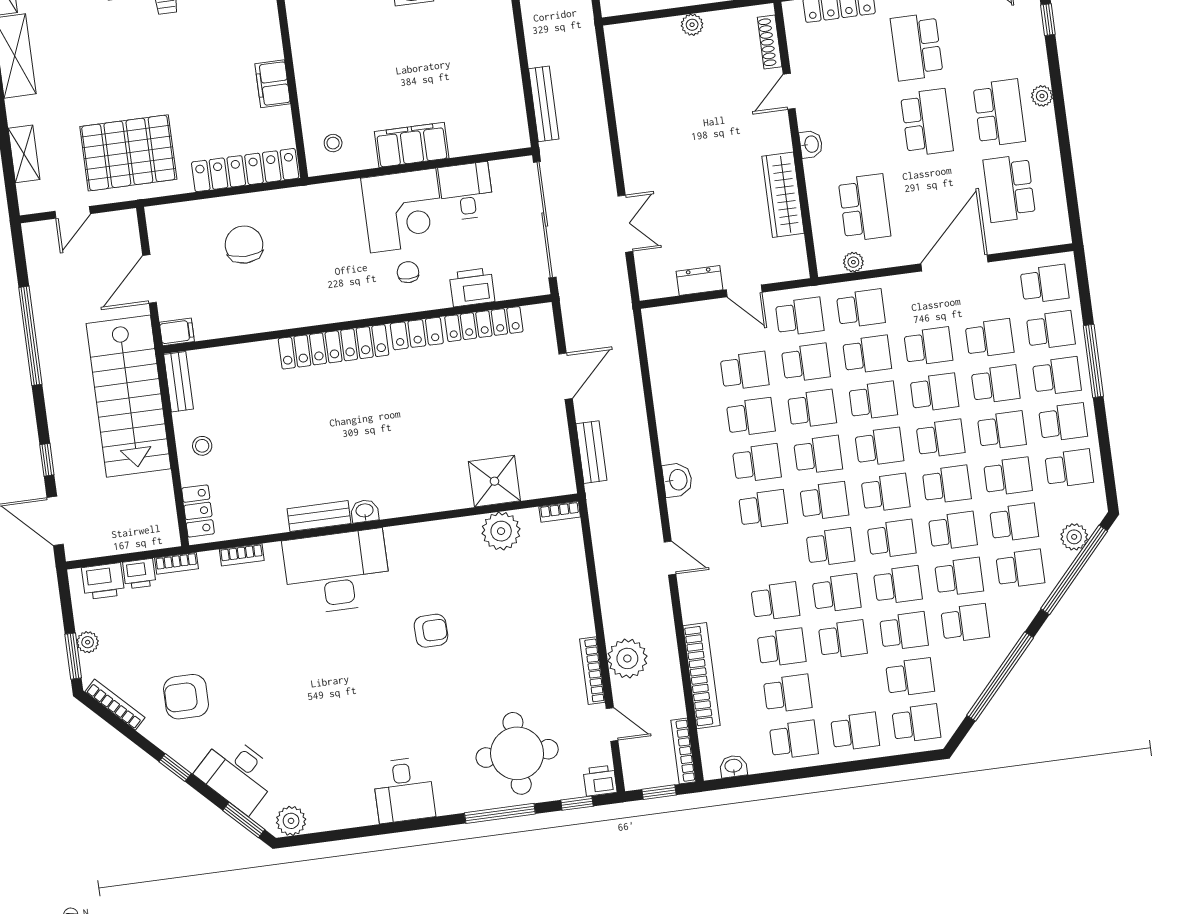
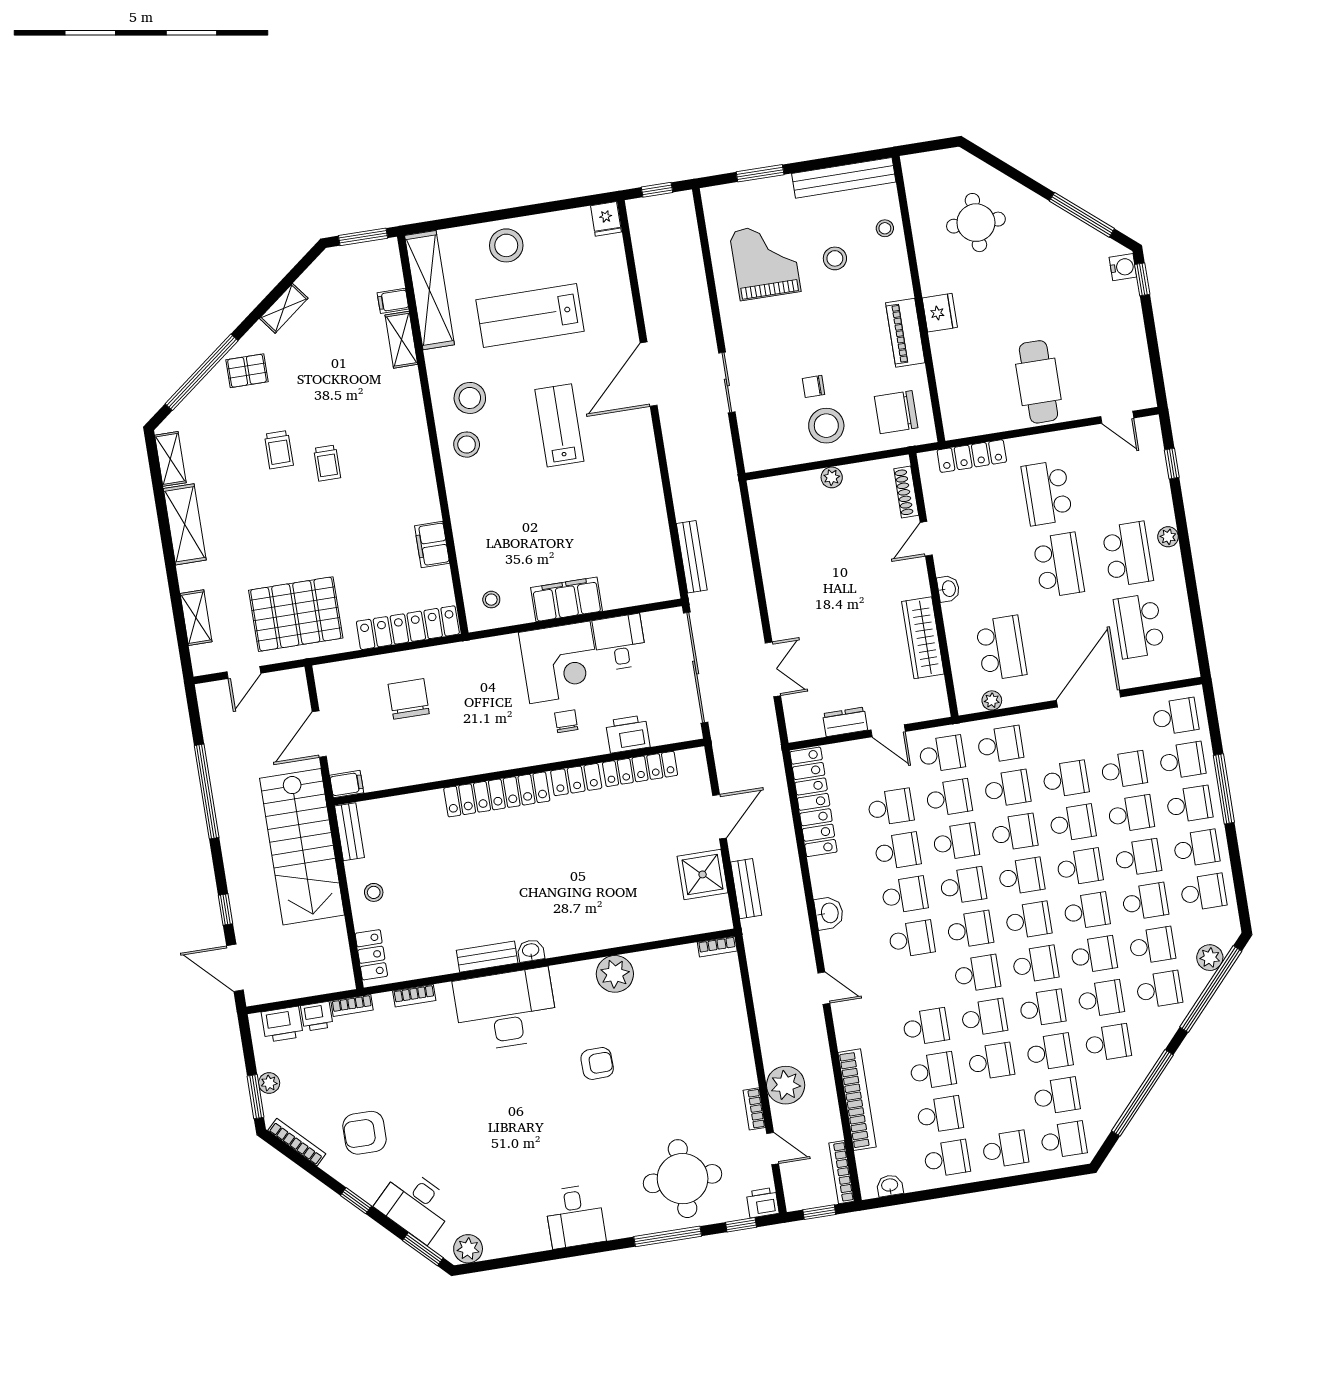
locker: (664, 363) -> (814, 802), added
shower: (494, 481) -> (703, 874), moved
plant: (501, 531) -> (615, 974), moved
bookcase: (592, 671) -> (754, 1109), width x0.64

